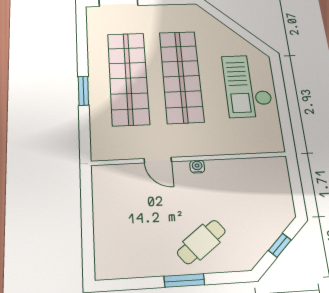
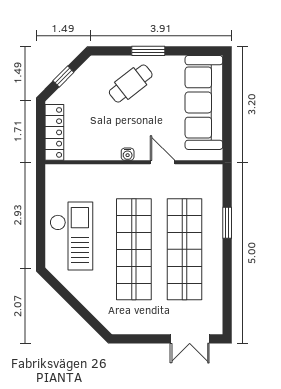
window: (83, 91) -> (227, 223), moved
locker: (281, 185) -> (54, 132), added
sofa: (115, 226) -> (204, 102), added

